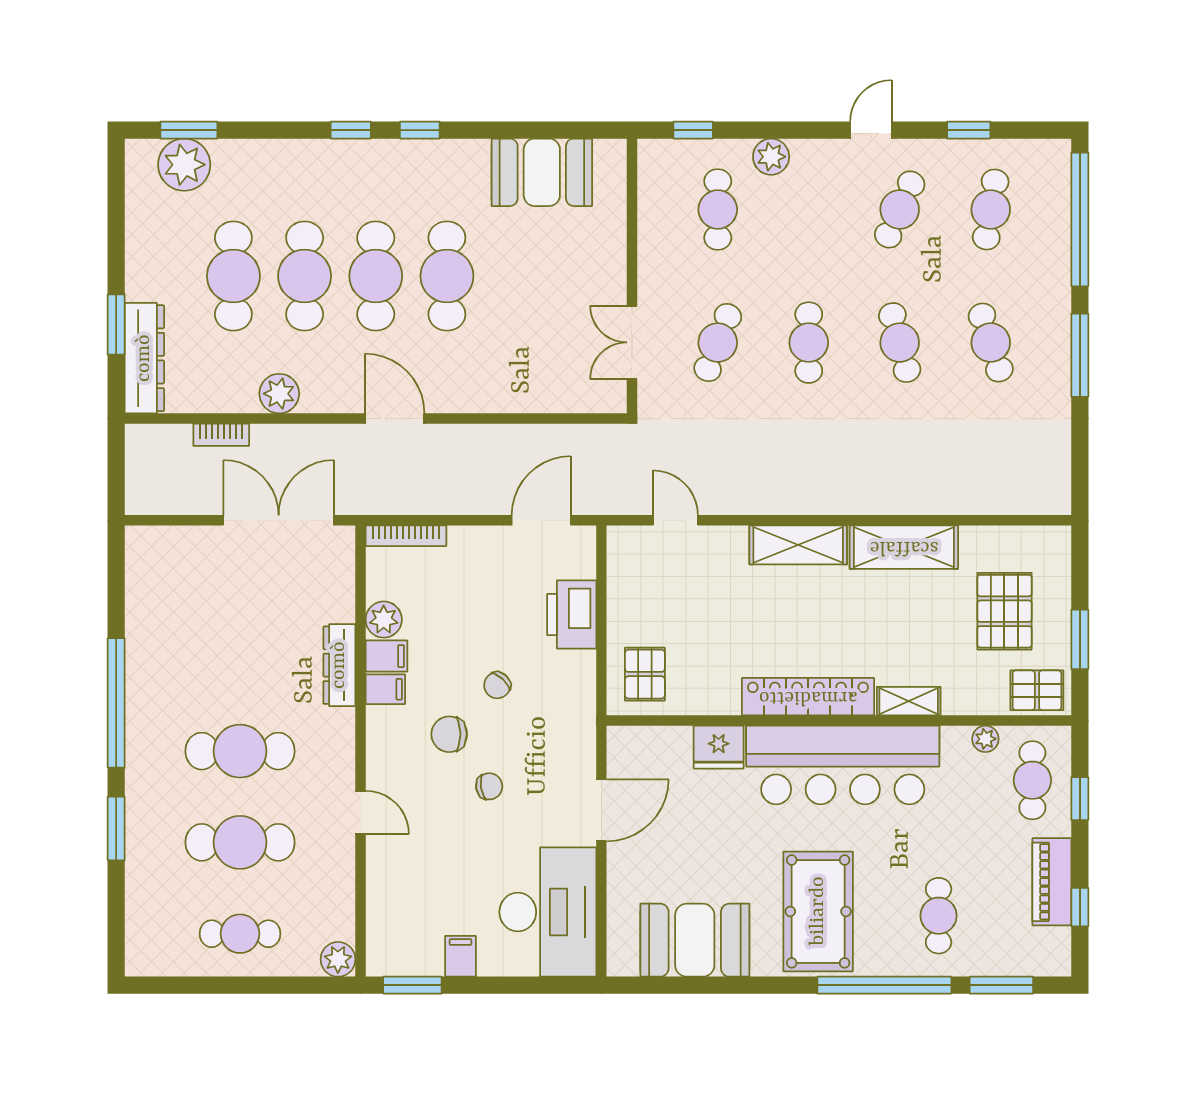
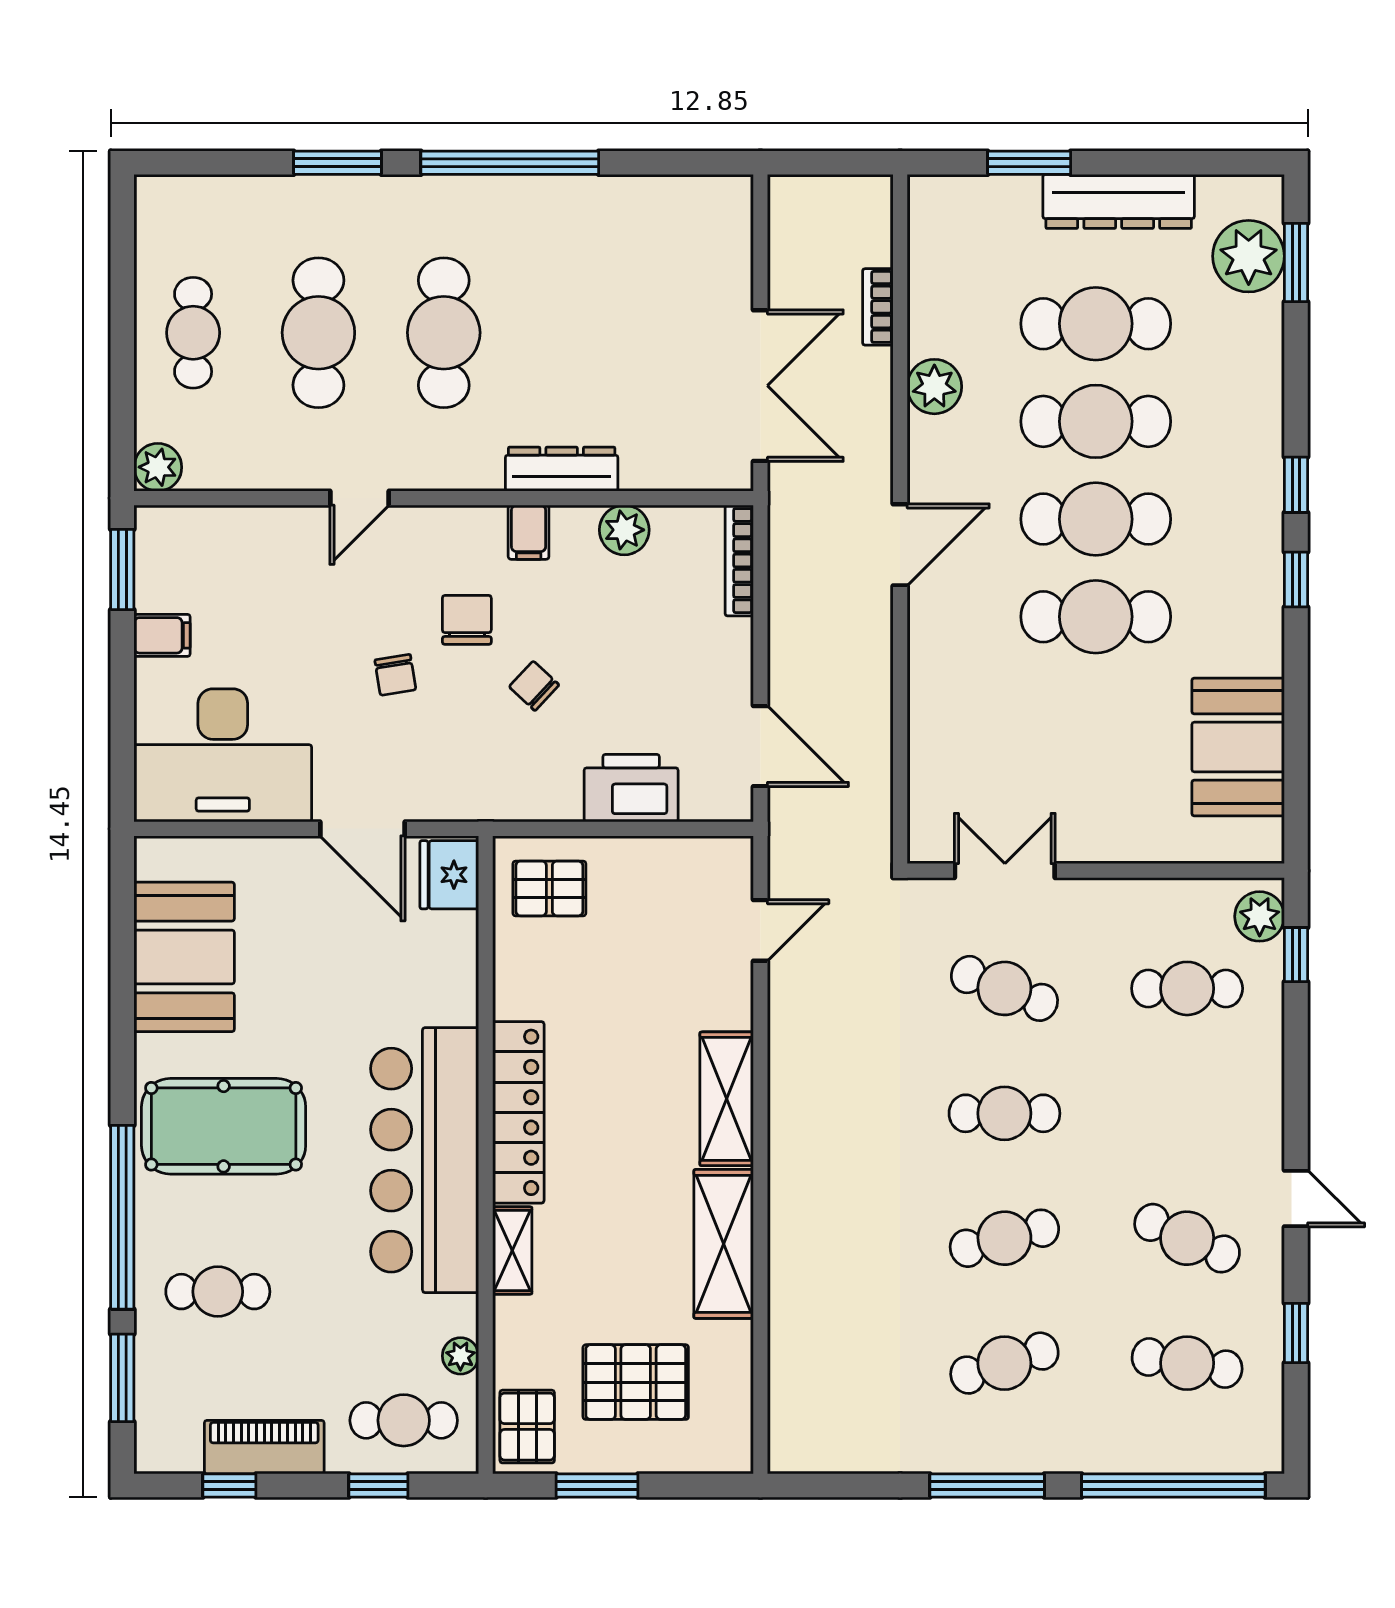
plant: (771, 157) -> (1260, 916), moved
dresser: (144, 358) -> (1119, 201), moved
filing cabinet: (386, 656) -> (574, 534), removed
fridge: (719, 747) -> (449, 875), moved

